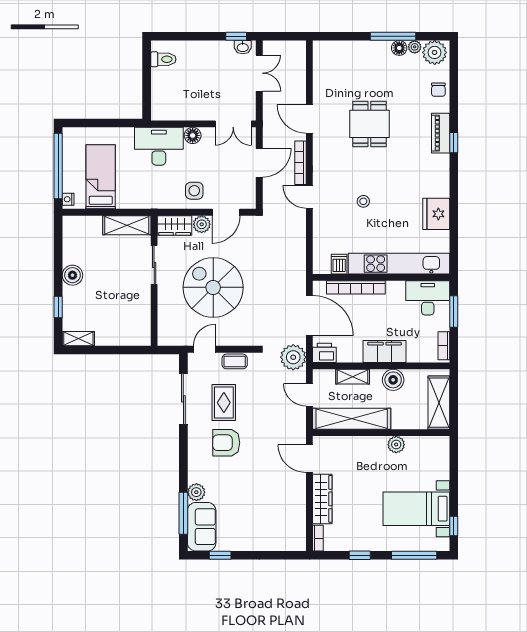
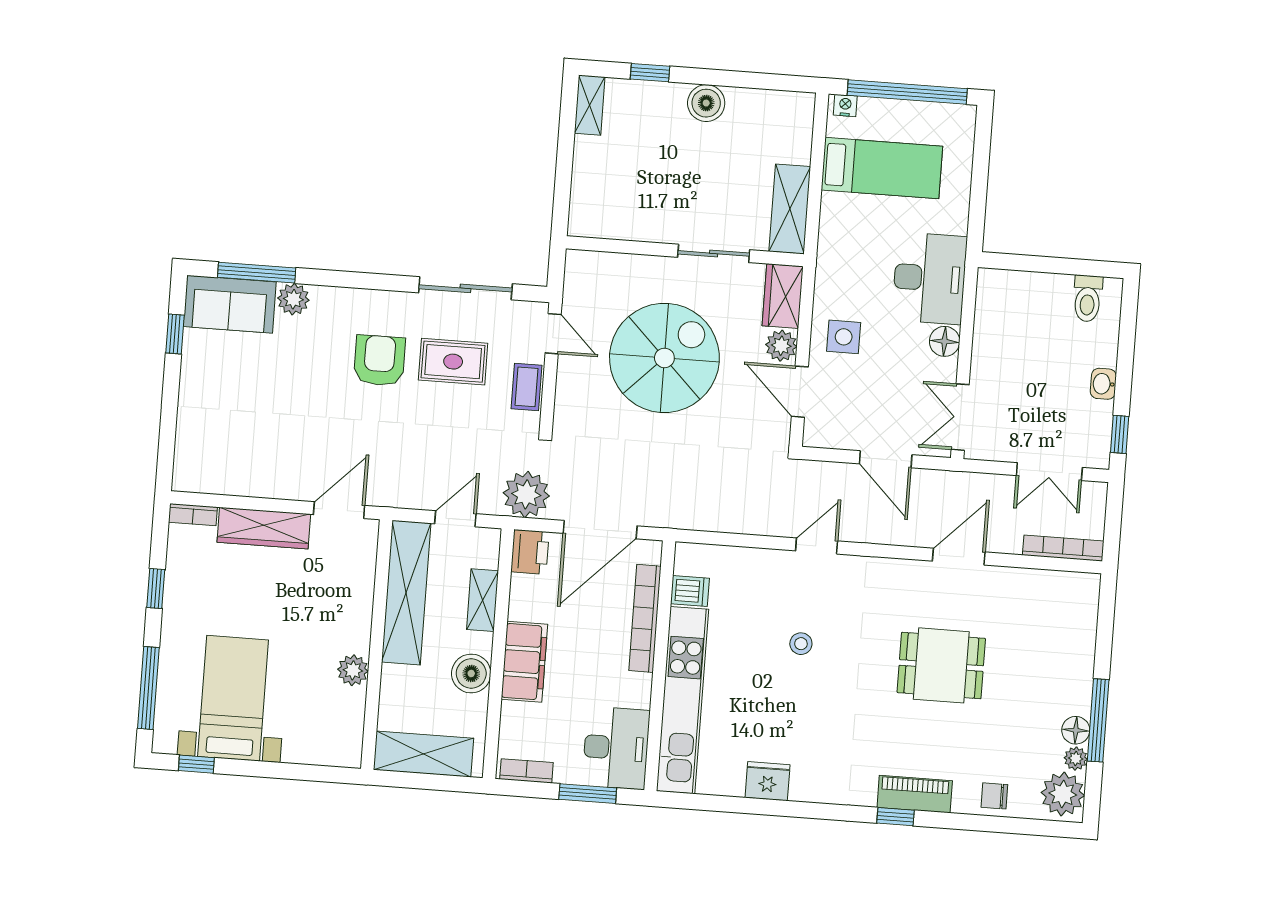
washbasin: (243, 47) -> (1103, 384), moved
bookcase: (300, 163) -> (1063, 548), moved
fridge: (436, 214) -> (768, 781), width x0.73, depth x0.75

